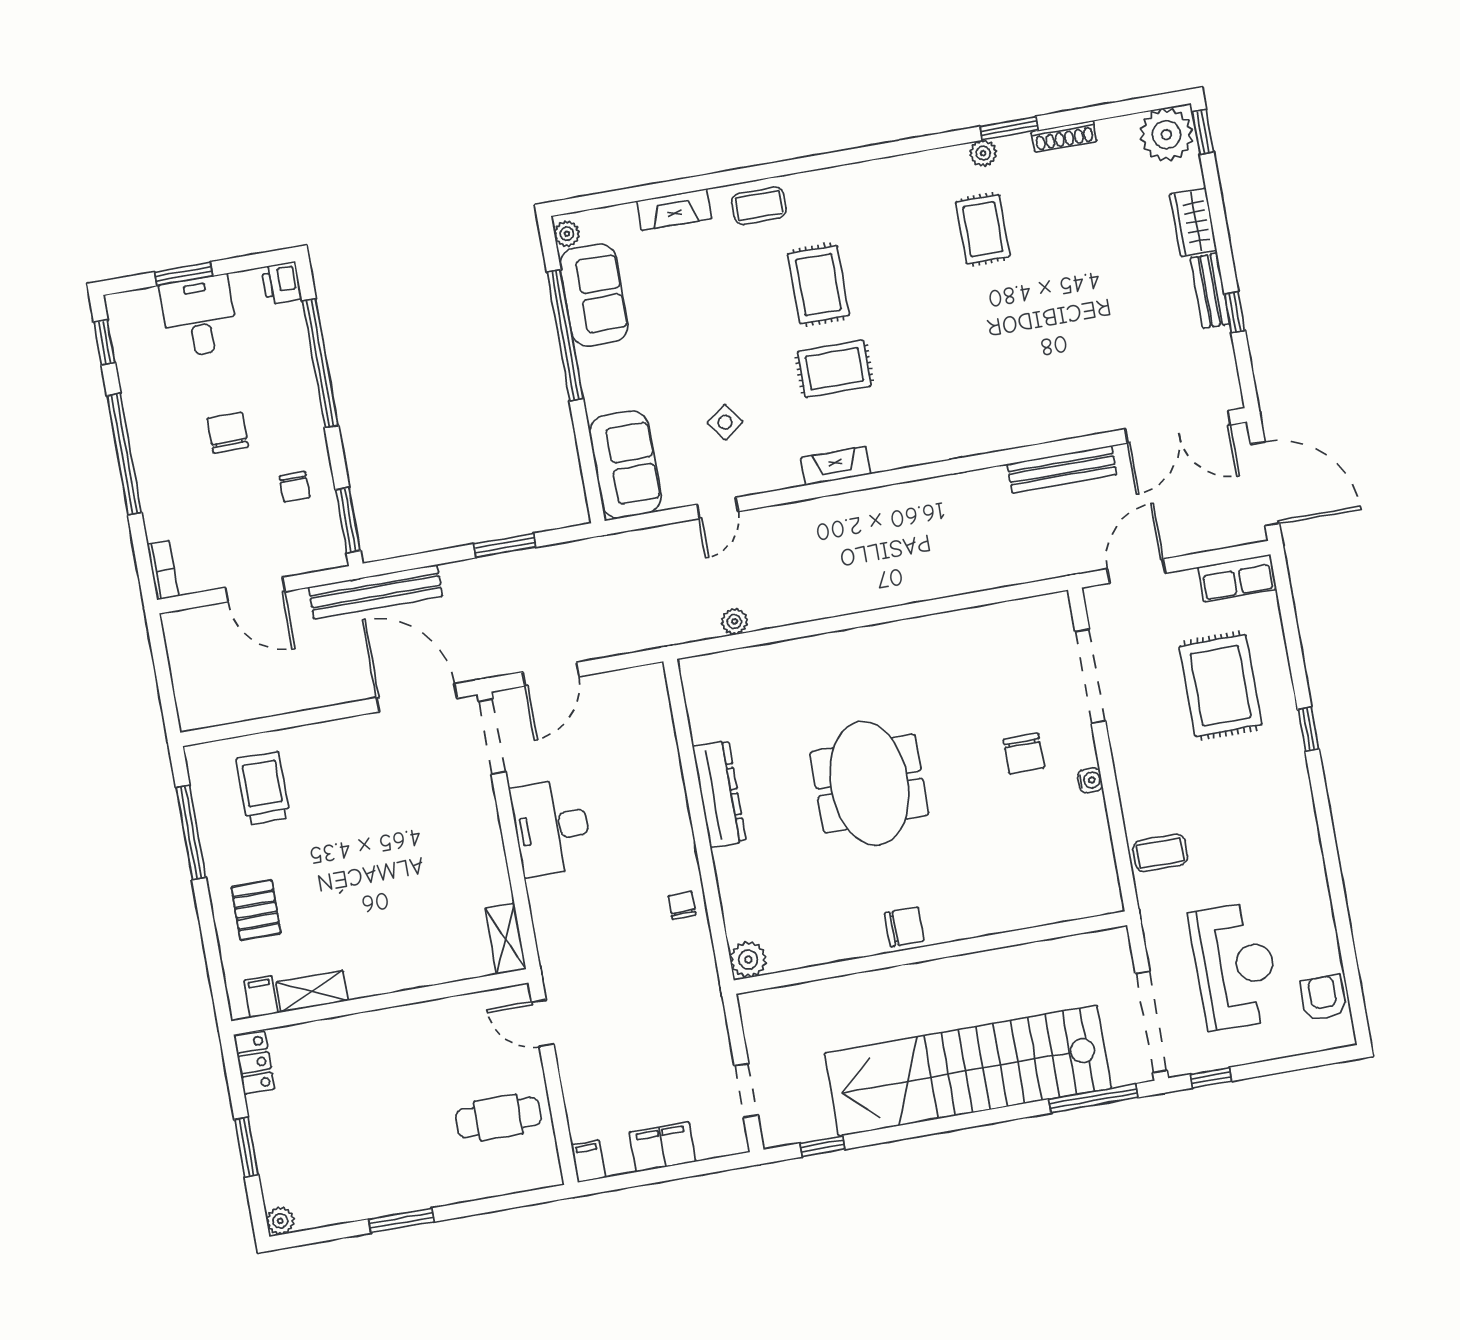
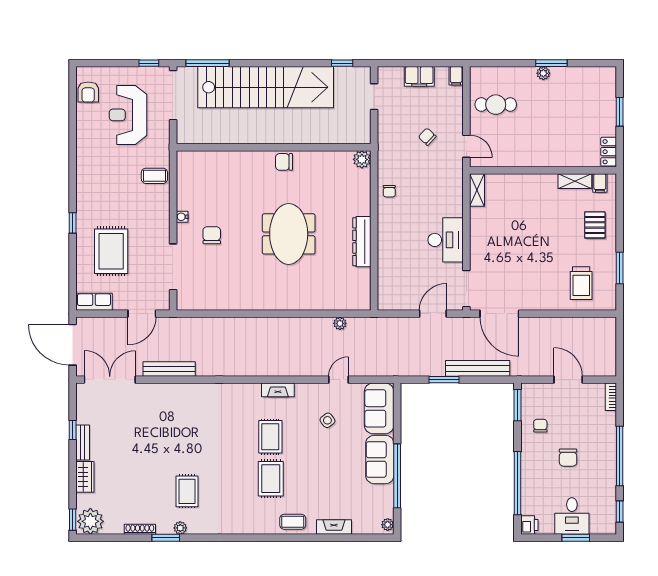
sofa: (594, 295) -> (380, 459), moved
rug: (834, 369) -> (270, 437), turned 90
bench: (375, 592) -> (478, 368), moved
window: (191, 832) -> (620, 268), width x0.69
chair: (625, 1029) -> (427, 137), added
plant: (280, 1221) -> (543, 73), moved

